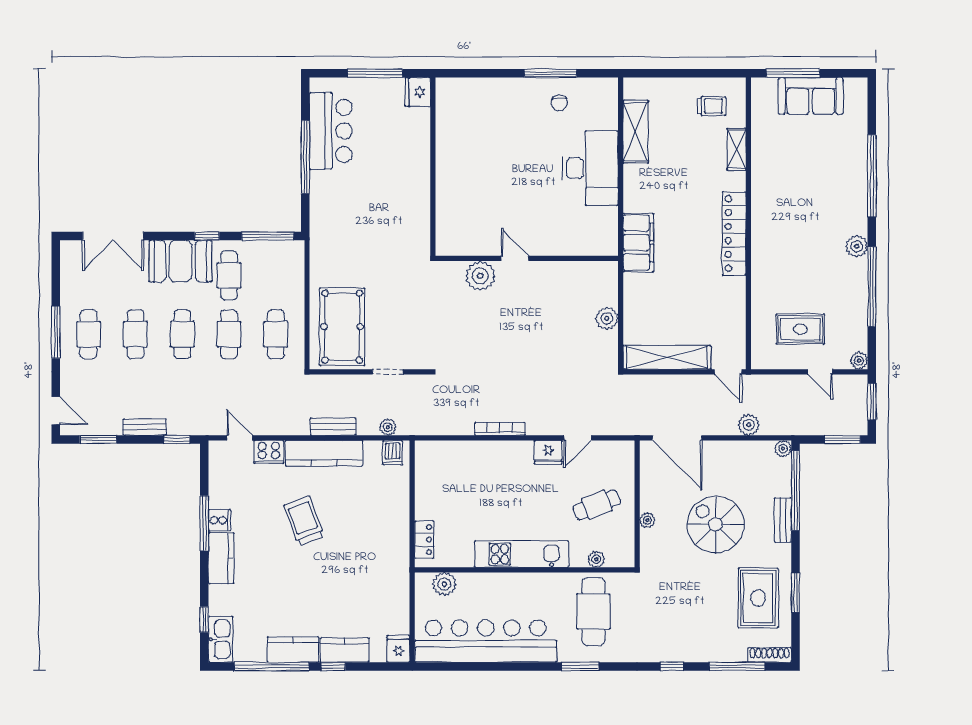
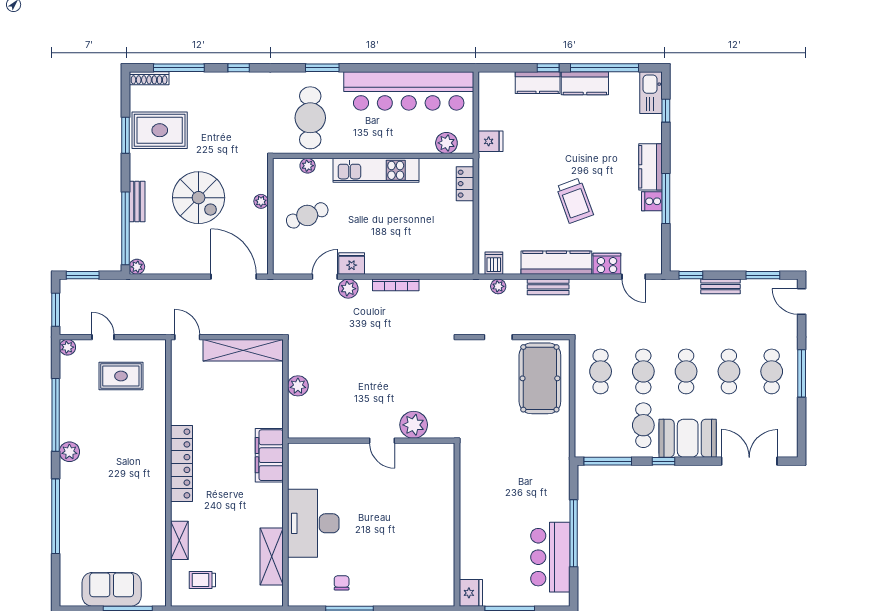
plant: (749, 425) -> (348, 289), moved
rug: (758, 598) -> (160, 130), turned 90
fridge: (398, 649) -> (491, 141), moved, turned -90

